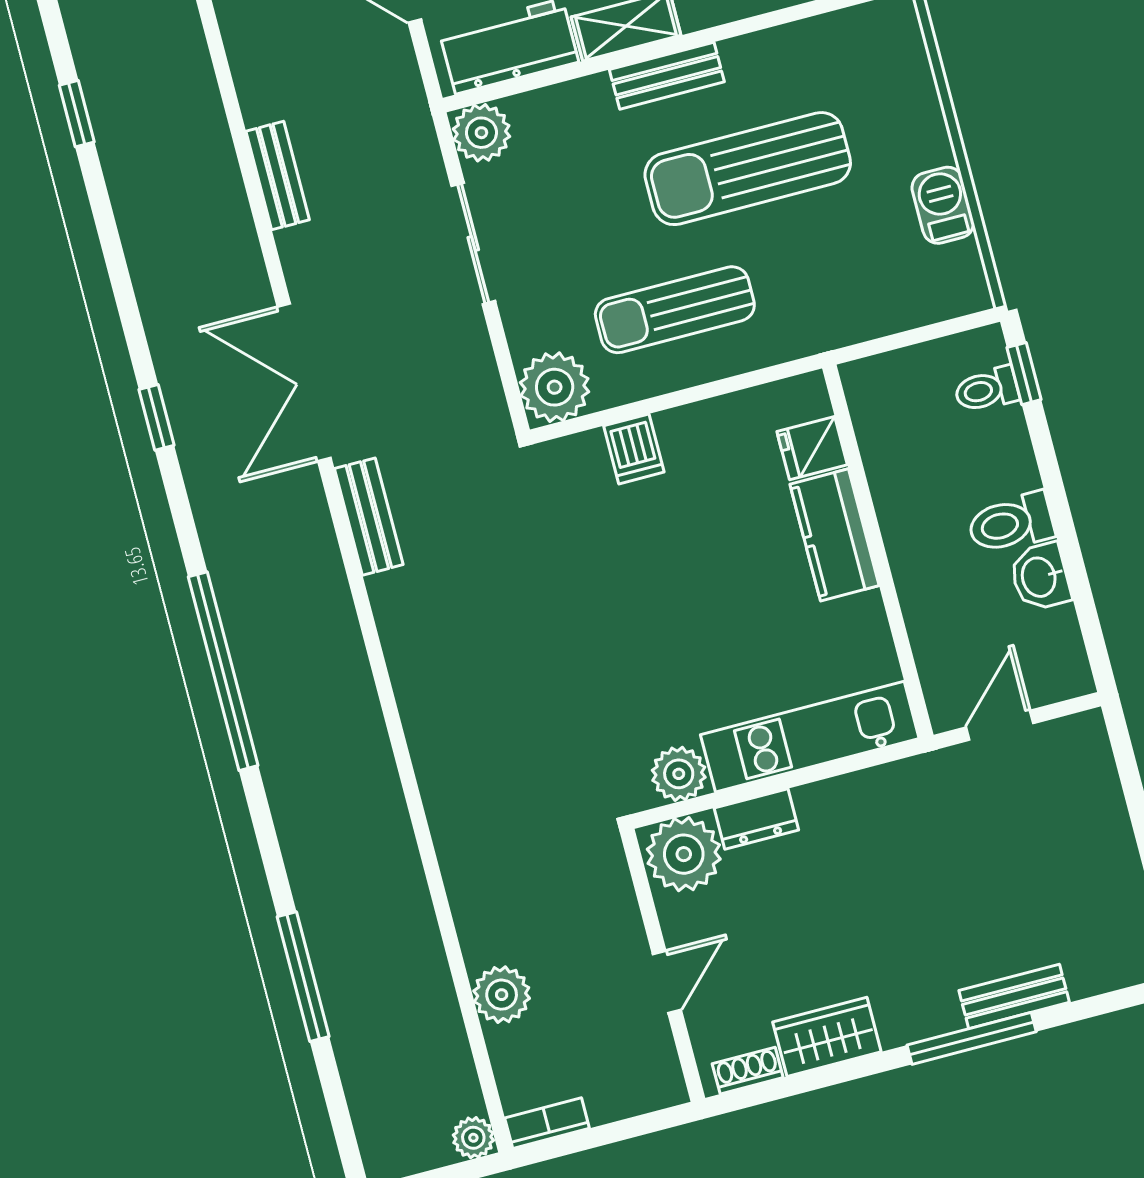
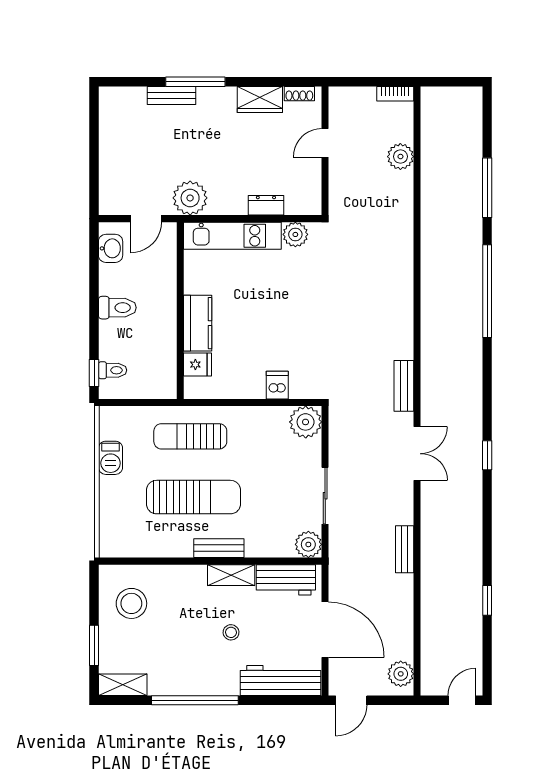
sun lounger: (675, 310) -> (190, 436), moved, turned 180
double door: (304, 382) -> (417, 454), width x0.73
washbasin: (1040, 577) -> (111, 248), moved
window: (223, 671) -> (487, 291), moved
plant: (684, 854) -> (190, 198), moved
plant: (473, 1138) -> (430, 96), removed

